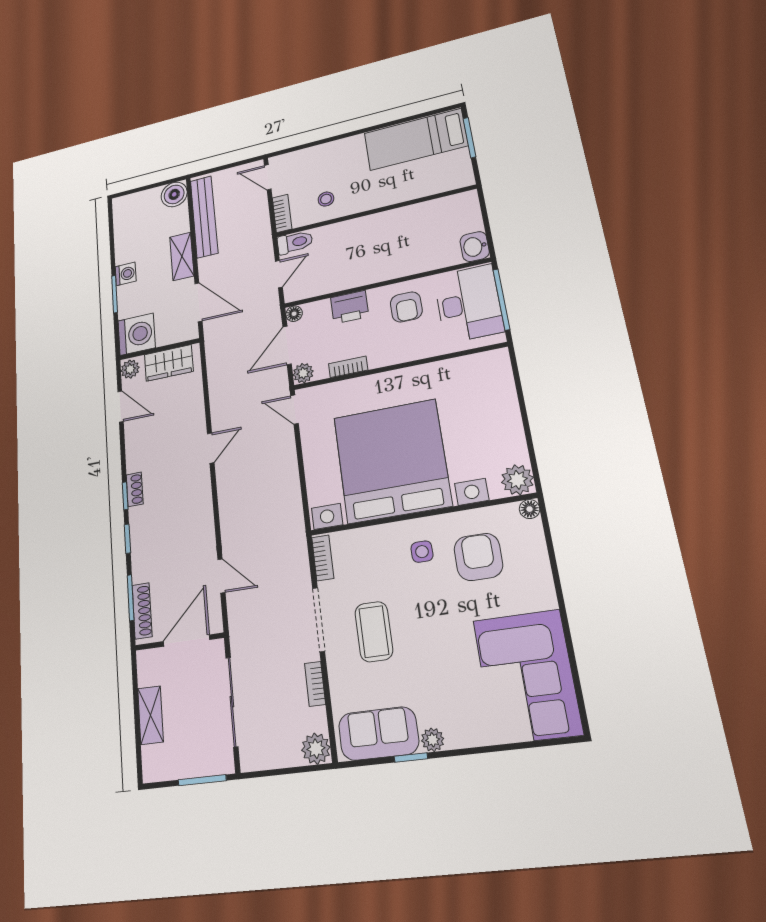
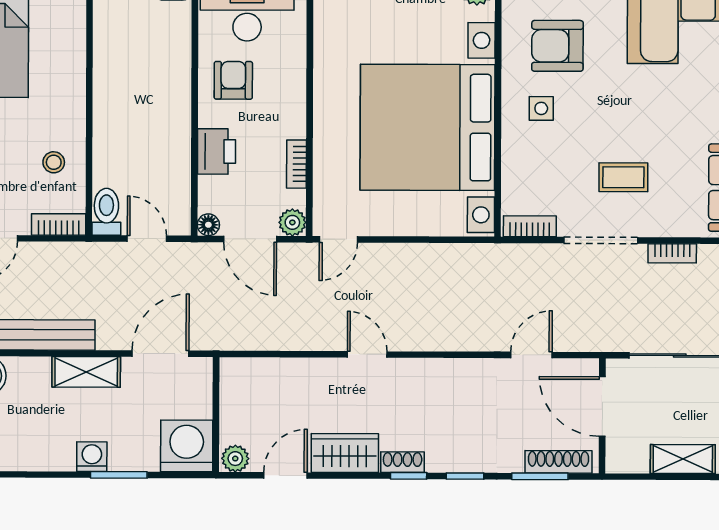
armchair: (406, 307) -> (233, 80), turned -90
wardrobe: (169, 363) -> (345, 453), moved, turned -90
coffee table: (374, 632) -> (623, 177), width x0.73, depth x0.77

